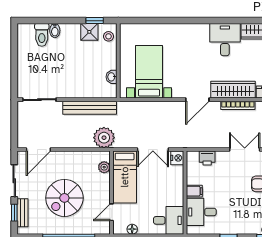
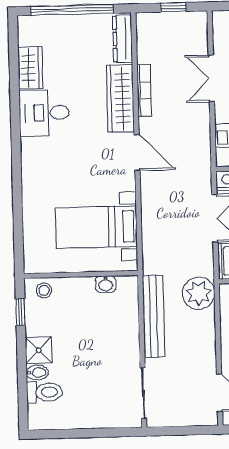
shower: (89, 32) -> (39, 350), moved

